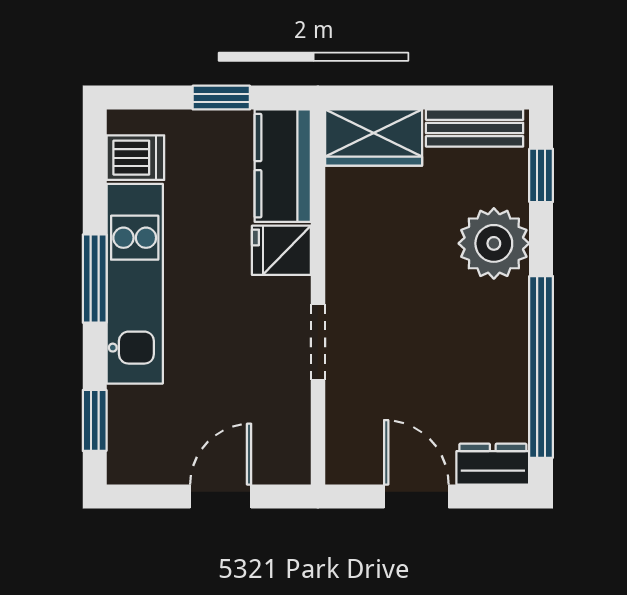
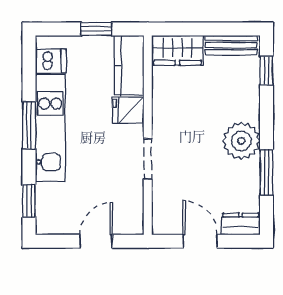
plant: (494, 243) -> (241, 141), moved
window: (541, 367) -> (266, 172), width x0.47

